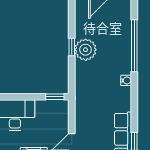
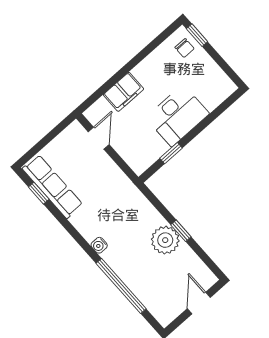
window: (55, 97) -> (171, 153), moved

